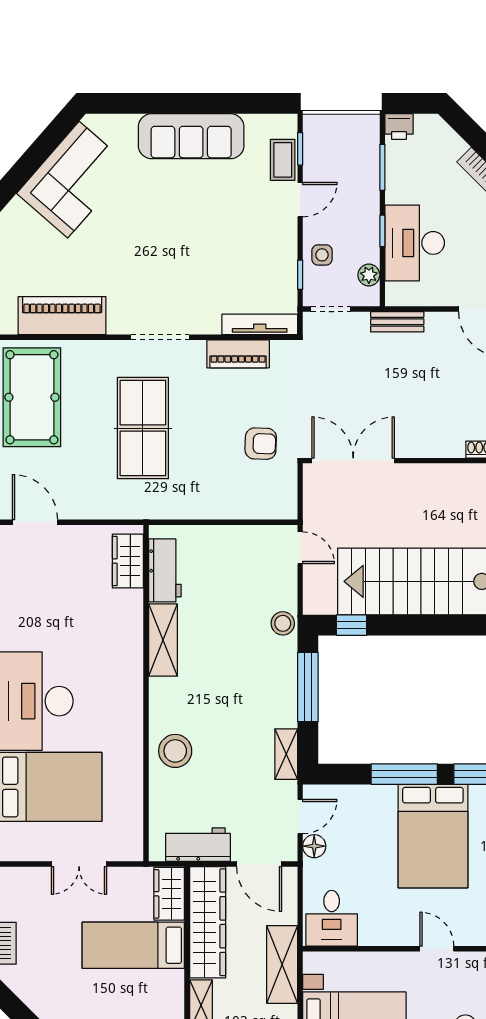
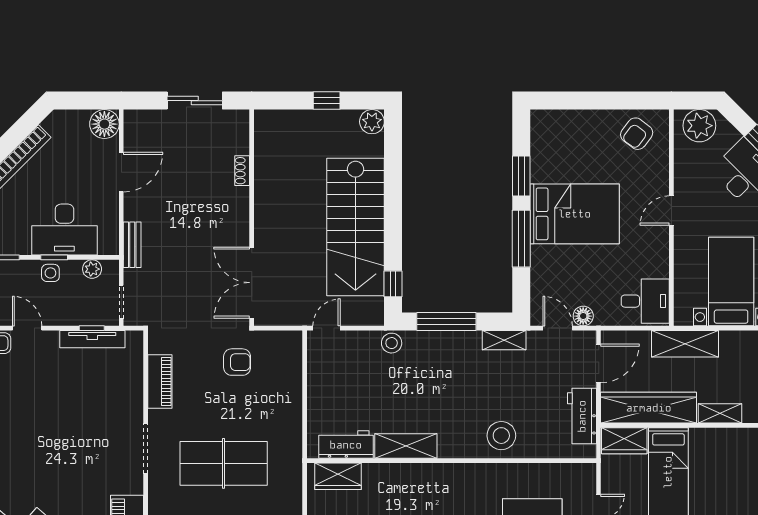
side table: (322, 255) -> (50, 273), moved
tv unit: (260, 324) -> (92, 339), moved, turned -90
armchair: (261, 444) -> (237, 362), turned 88

